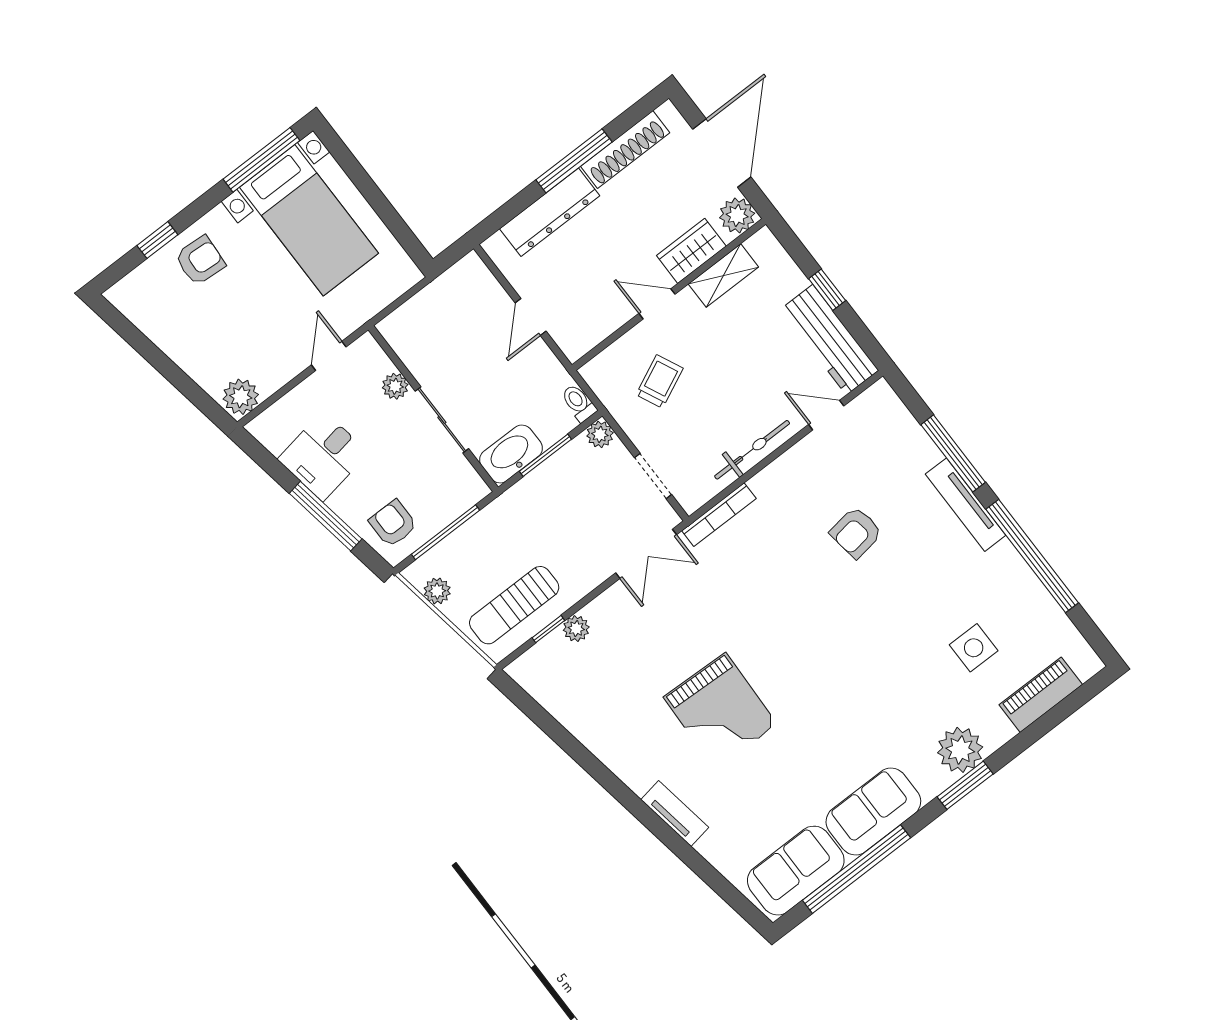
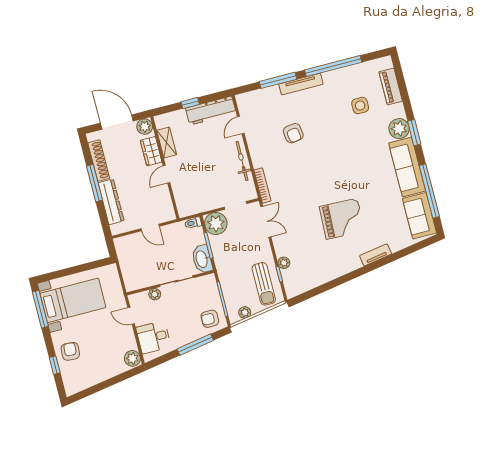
trolley: (659, 381) -> (198, 187), removed
plant: (600, 434) -> (216, 223), width x1.88, depth x1.88
desk: (323, 456) -> (154, 337), moved, turned 99
sofa: (873, 812) -> (407, 167), width x1.36

